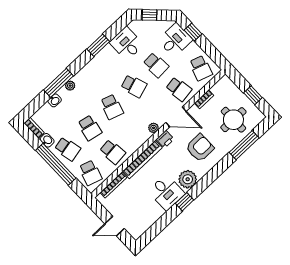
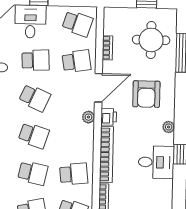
school desk: (134, 86) -> (35, 98), turned 42
armchair: (200, 148) -> (146, 94), turned 180
plant: (188, 179) -> (169, 127), width x0.53, depth x0.53

